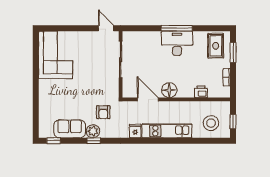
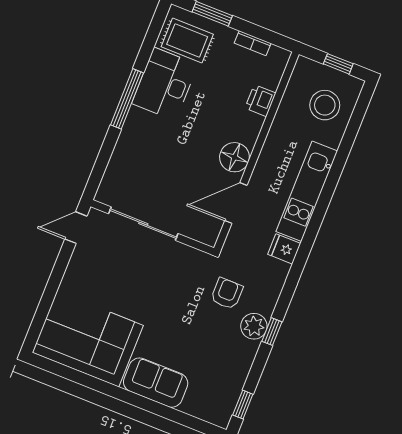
desk: (177, 43) -> (165, 84), moved
armchair: (103, 112) -> (227, 294), turned -90
sofa: (70, 129) -> (156, 383), moved, turned 90

